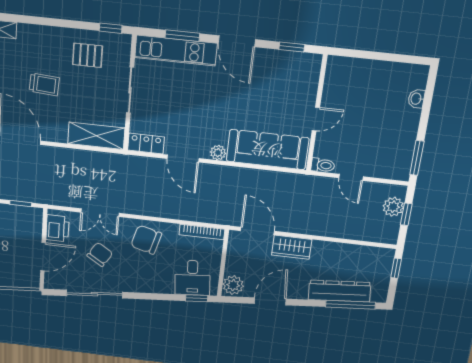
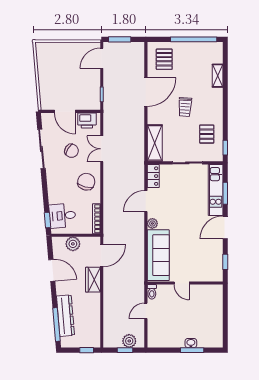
washbasin: (416, 99) -> (191, 343), moved
window: (417, 158) -> (192, 350), moved
plant: (233, 285) -> (73, 244), moved

